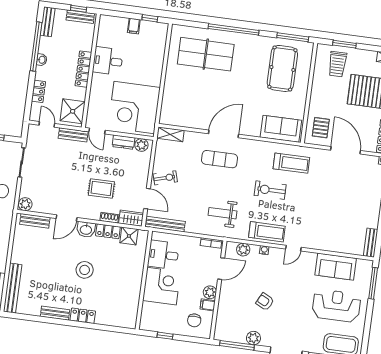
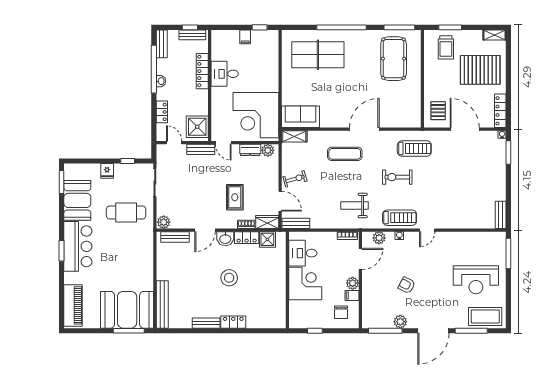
locker: (83, 69) -> (202, 71), moved
sofa: (281, 129) -> (300, 117), moved
door: (224, 134) -> (364, 129), moved
rug: (101, 188) -> (235, 197), turned 90
bench: (165, 224) -> (296, 223), width x0.73
sofa: (336, 267) -> (470, 242), removed
reception desk: (336, 306) -> (476, 280), turned 180

